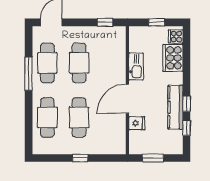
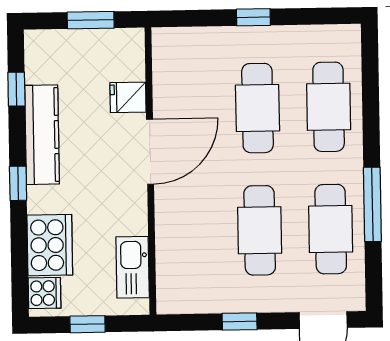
window: (105, 22) -> (240, 322), moved
kitchen sink: (136, 66) -> (133, 267), moved
window: (187, 104) -> (18, 183), moved

